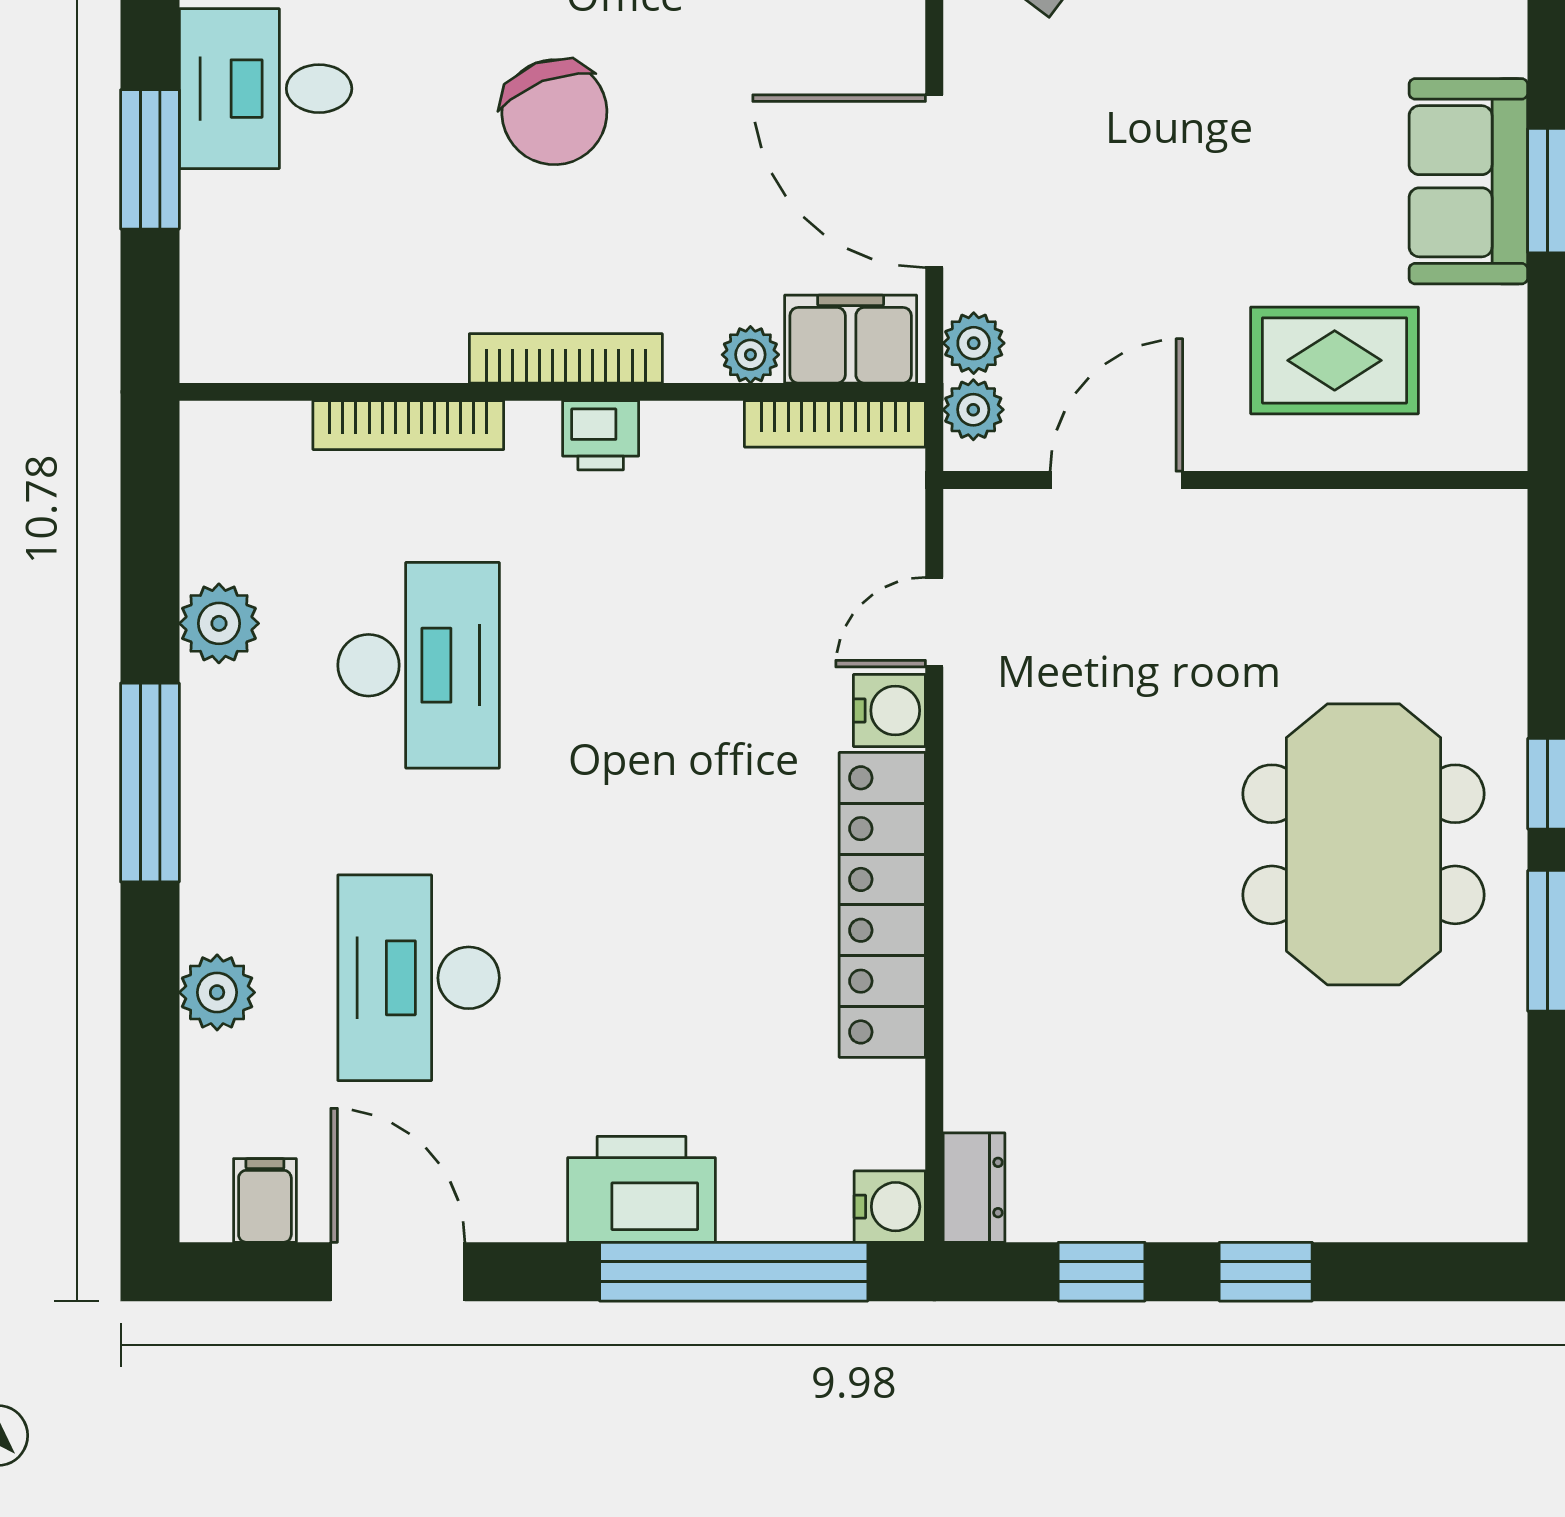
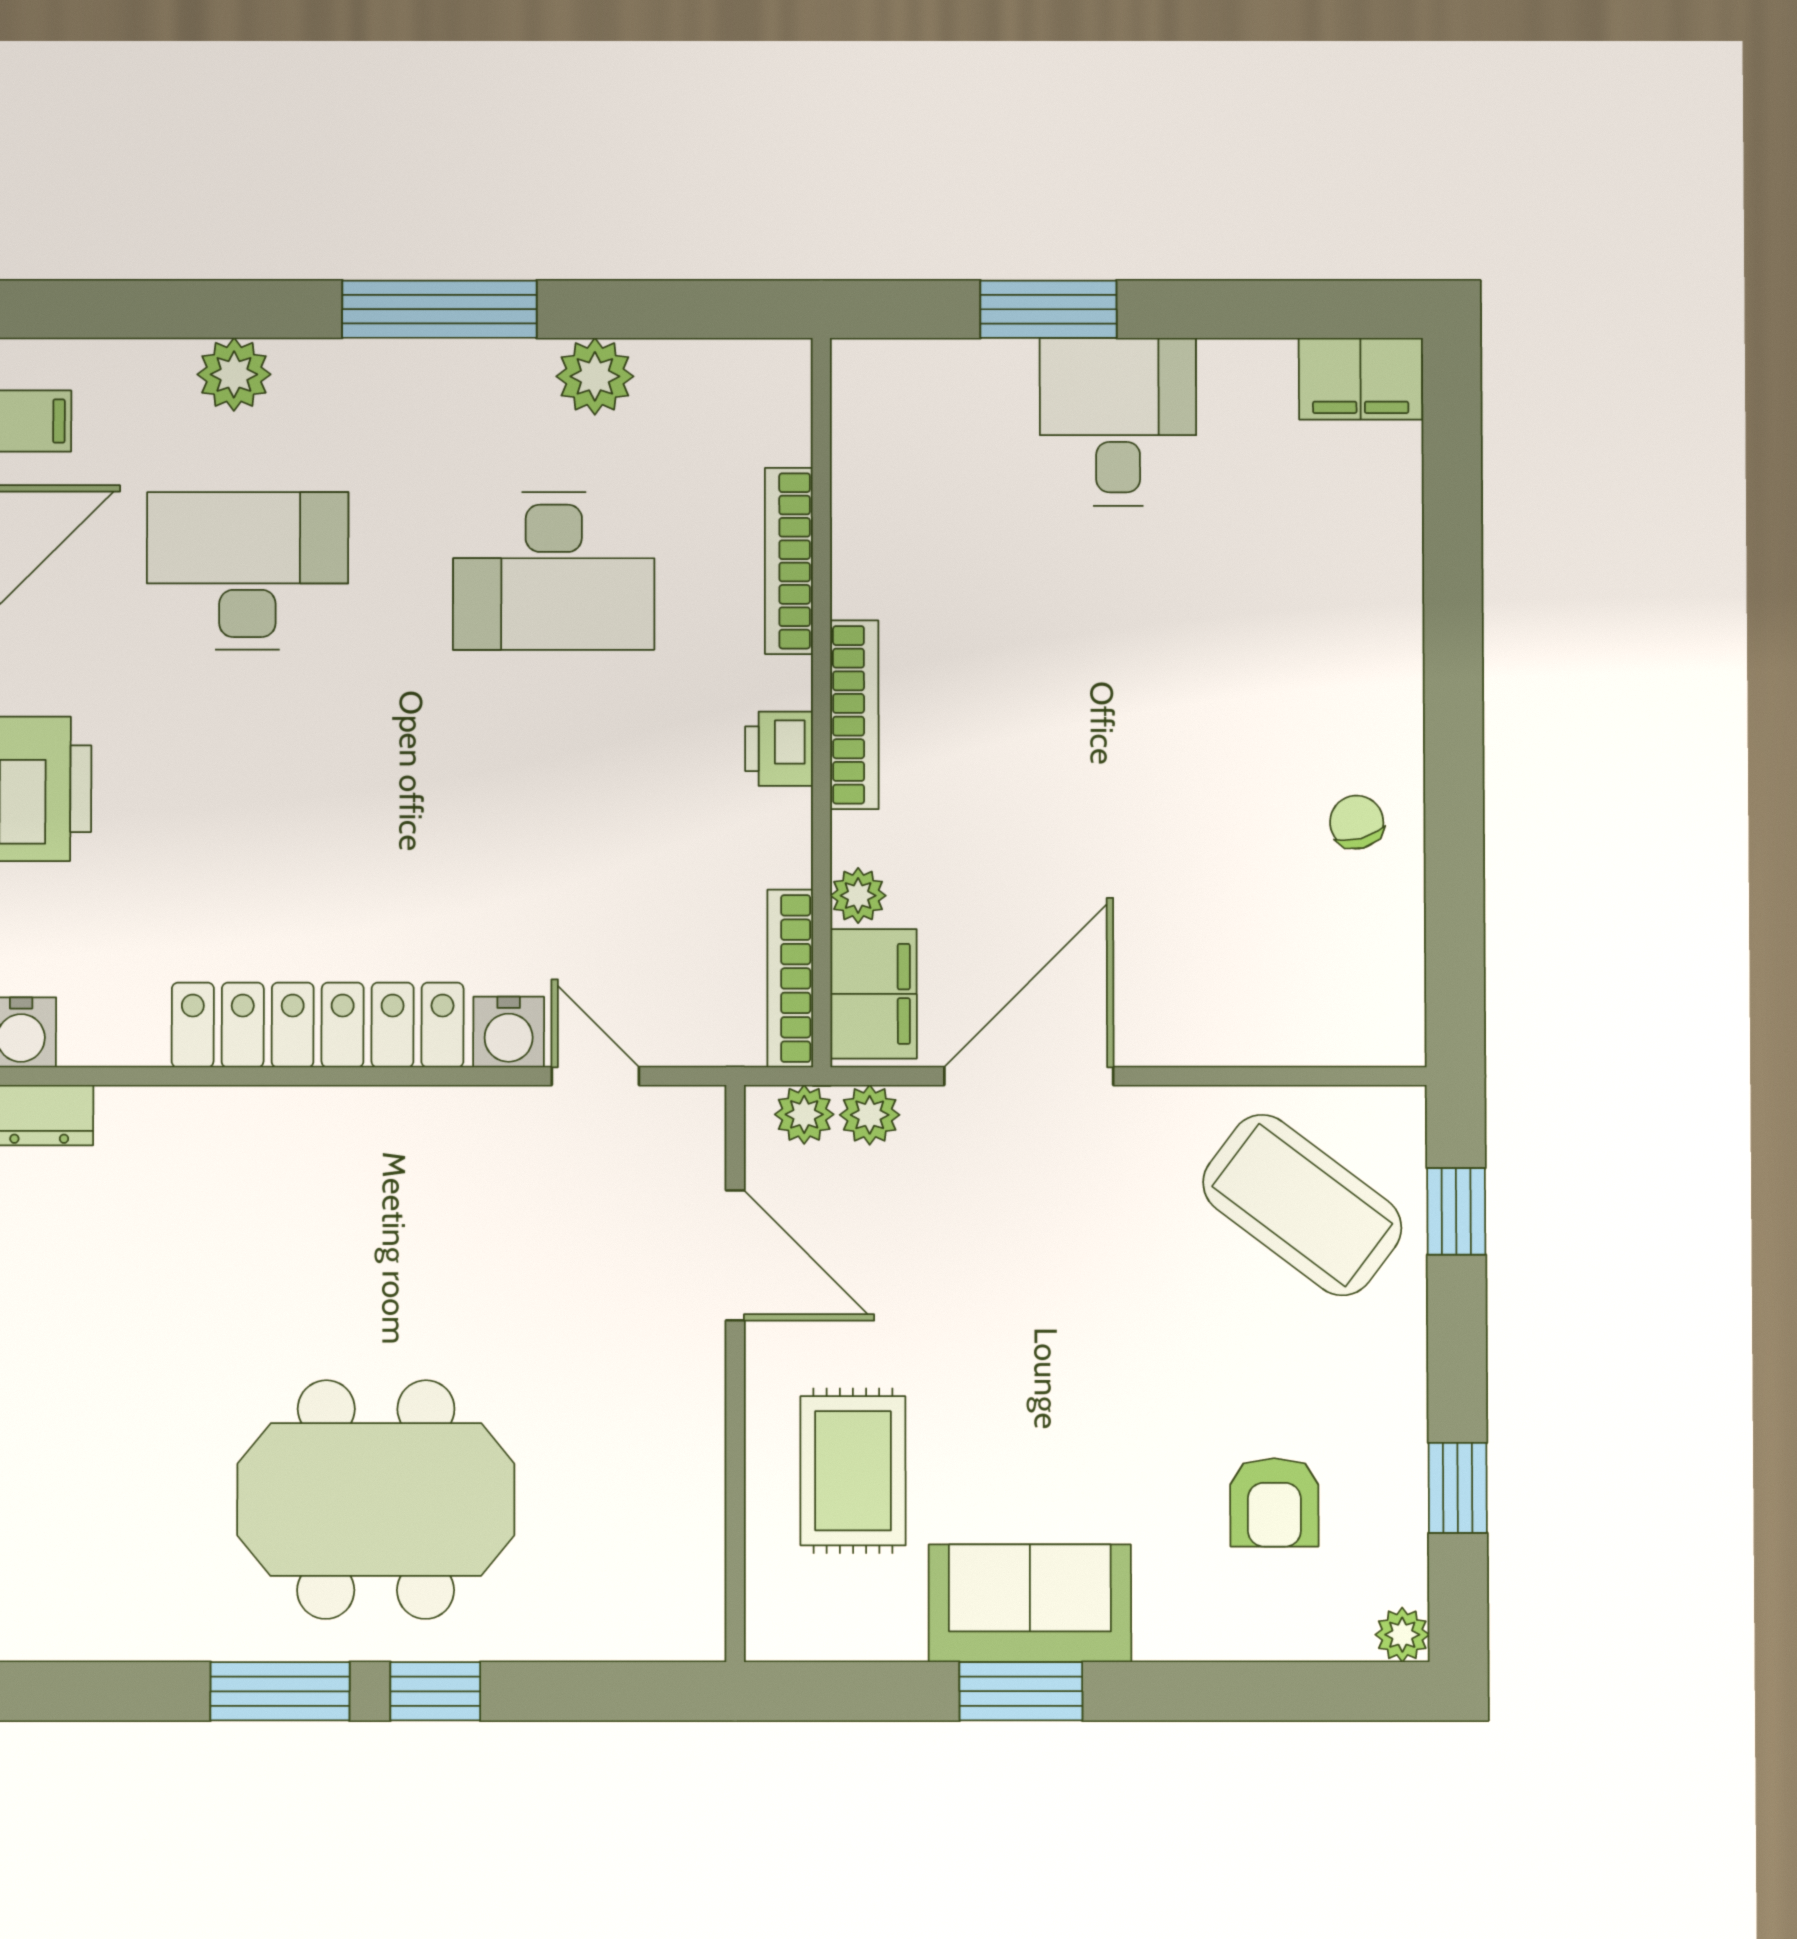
chair: (554, 112) -> (1096, 704), removed

